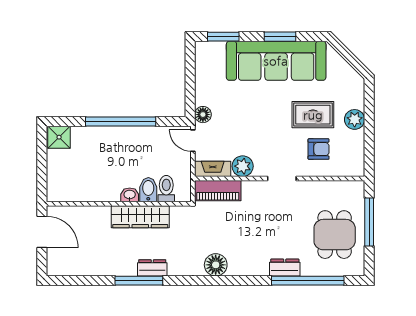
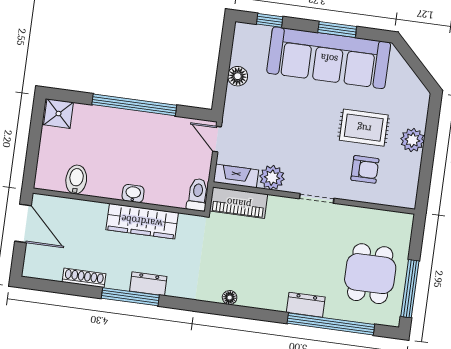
window: (223, 37) -> (270, 20), width x0.67
floor lamp: (203, 115) -> (238, 76), moved
toilet: (166, 189) -> (197, 195), moved
bidet: (148, 190) -> (76, 180), moved
window: (369, 222) -> (410, 289), moved
floor lamp: (216, 265) -> (230, 298), width x0.53, depth x0.53
shoe rack: (99, 270) -> (84, 278), added

